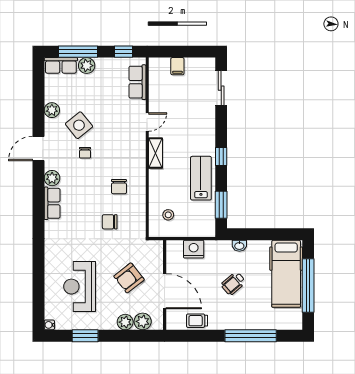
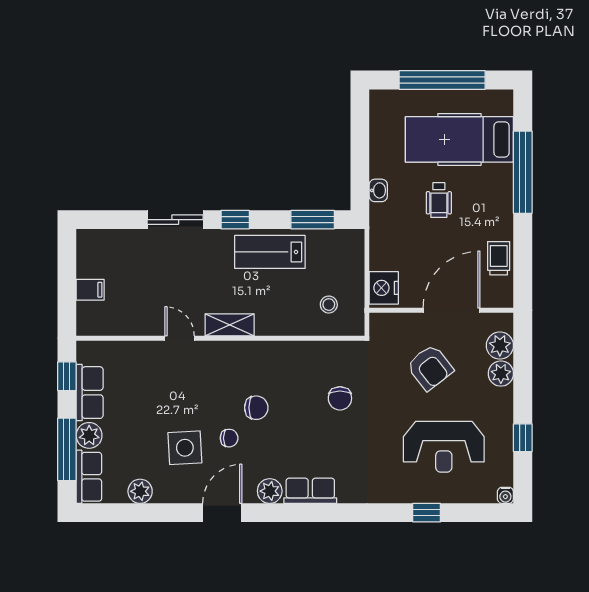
row of seats: (137, 82) -> (90, 393), moved, turned -90
sliding door: (221, 88) -> (175, 220), moved
plant: (52, 110) -> (140, 491), moved
side table: (79, 125) -> (185, 448), turned 36
door: (39, 148) -> (222, 513), swing flipped
chair: (119, 187) -> (256, 408), moved
nightstand: (194, 249) -> (384, 288), moved
hospital bed: (286, 274) -> (459, 139), moved, turned 180
window: (39, 276) -> (427, 513), added
wheelchair: (233, 283) -> (439, 200), turned 41
trolley: (197, 321) -> (499, 258), turned 180
window: (85, 336) -> (523, 438), width x0.67

